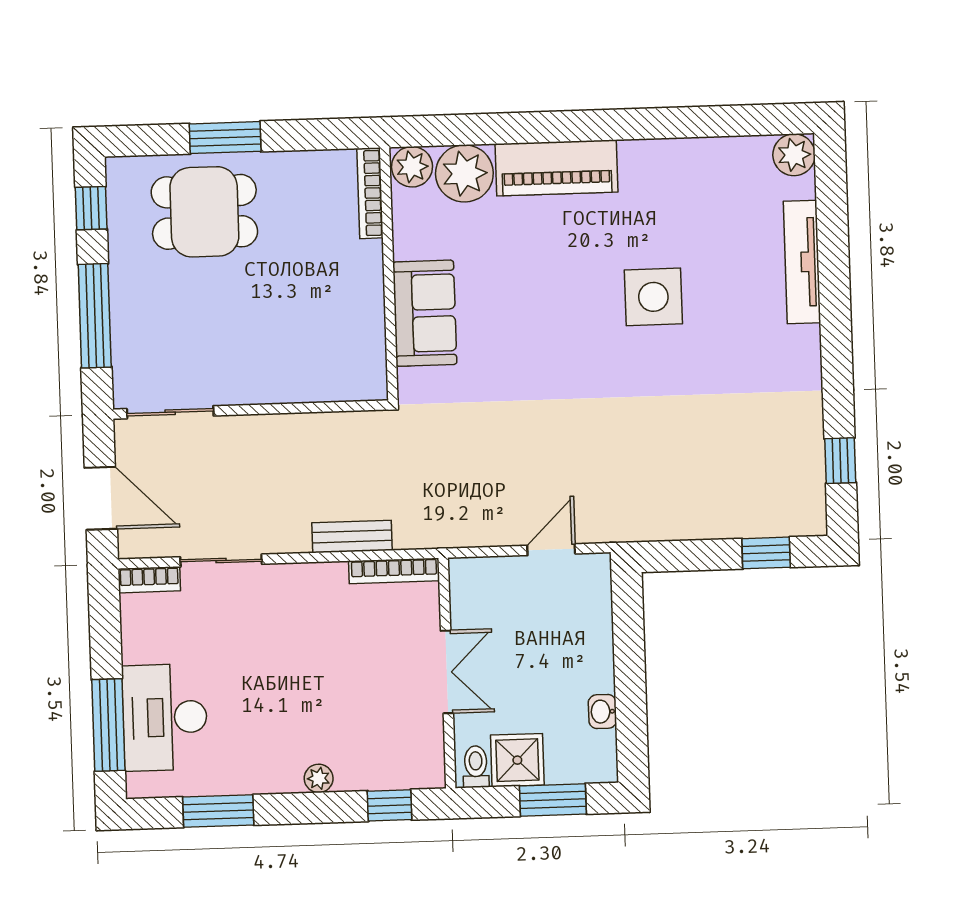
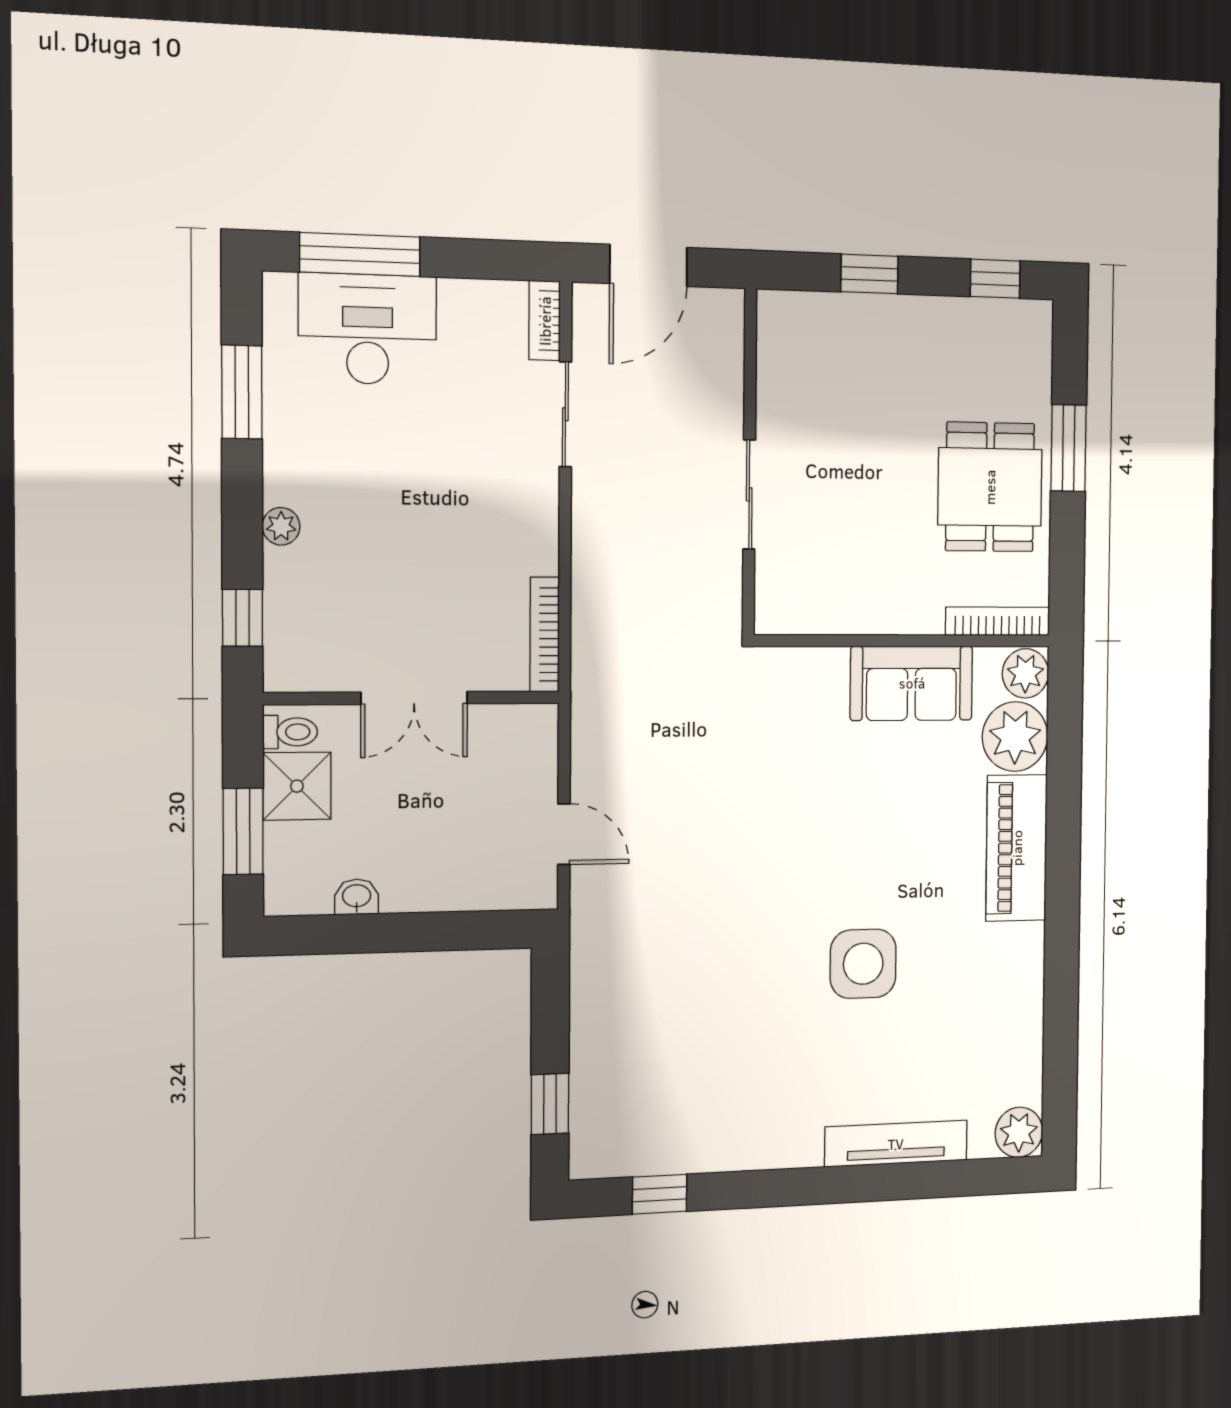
dining table: (204, 212) -> (990, 487), moved
sofa: (425, 313) -> (912, 683), moved
window: (95, 316) -> (869, 274), width x0.46
sliding door: (170, 412) -> (749, 494), moved
bench: (352, 537) -> (589, 583), removed

